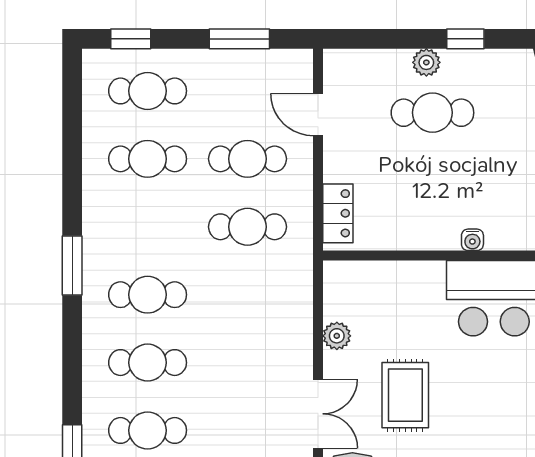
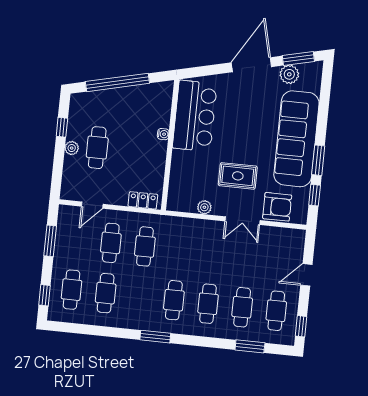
double door: (318, 414) -> (243, 221), swing flipped

